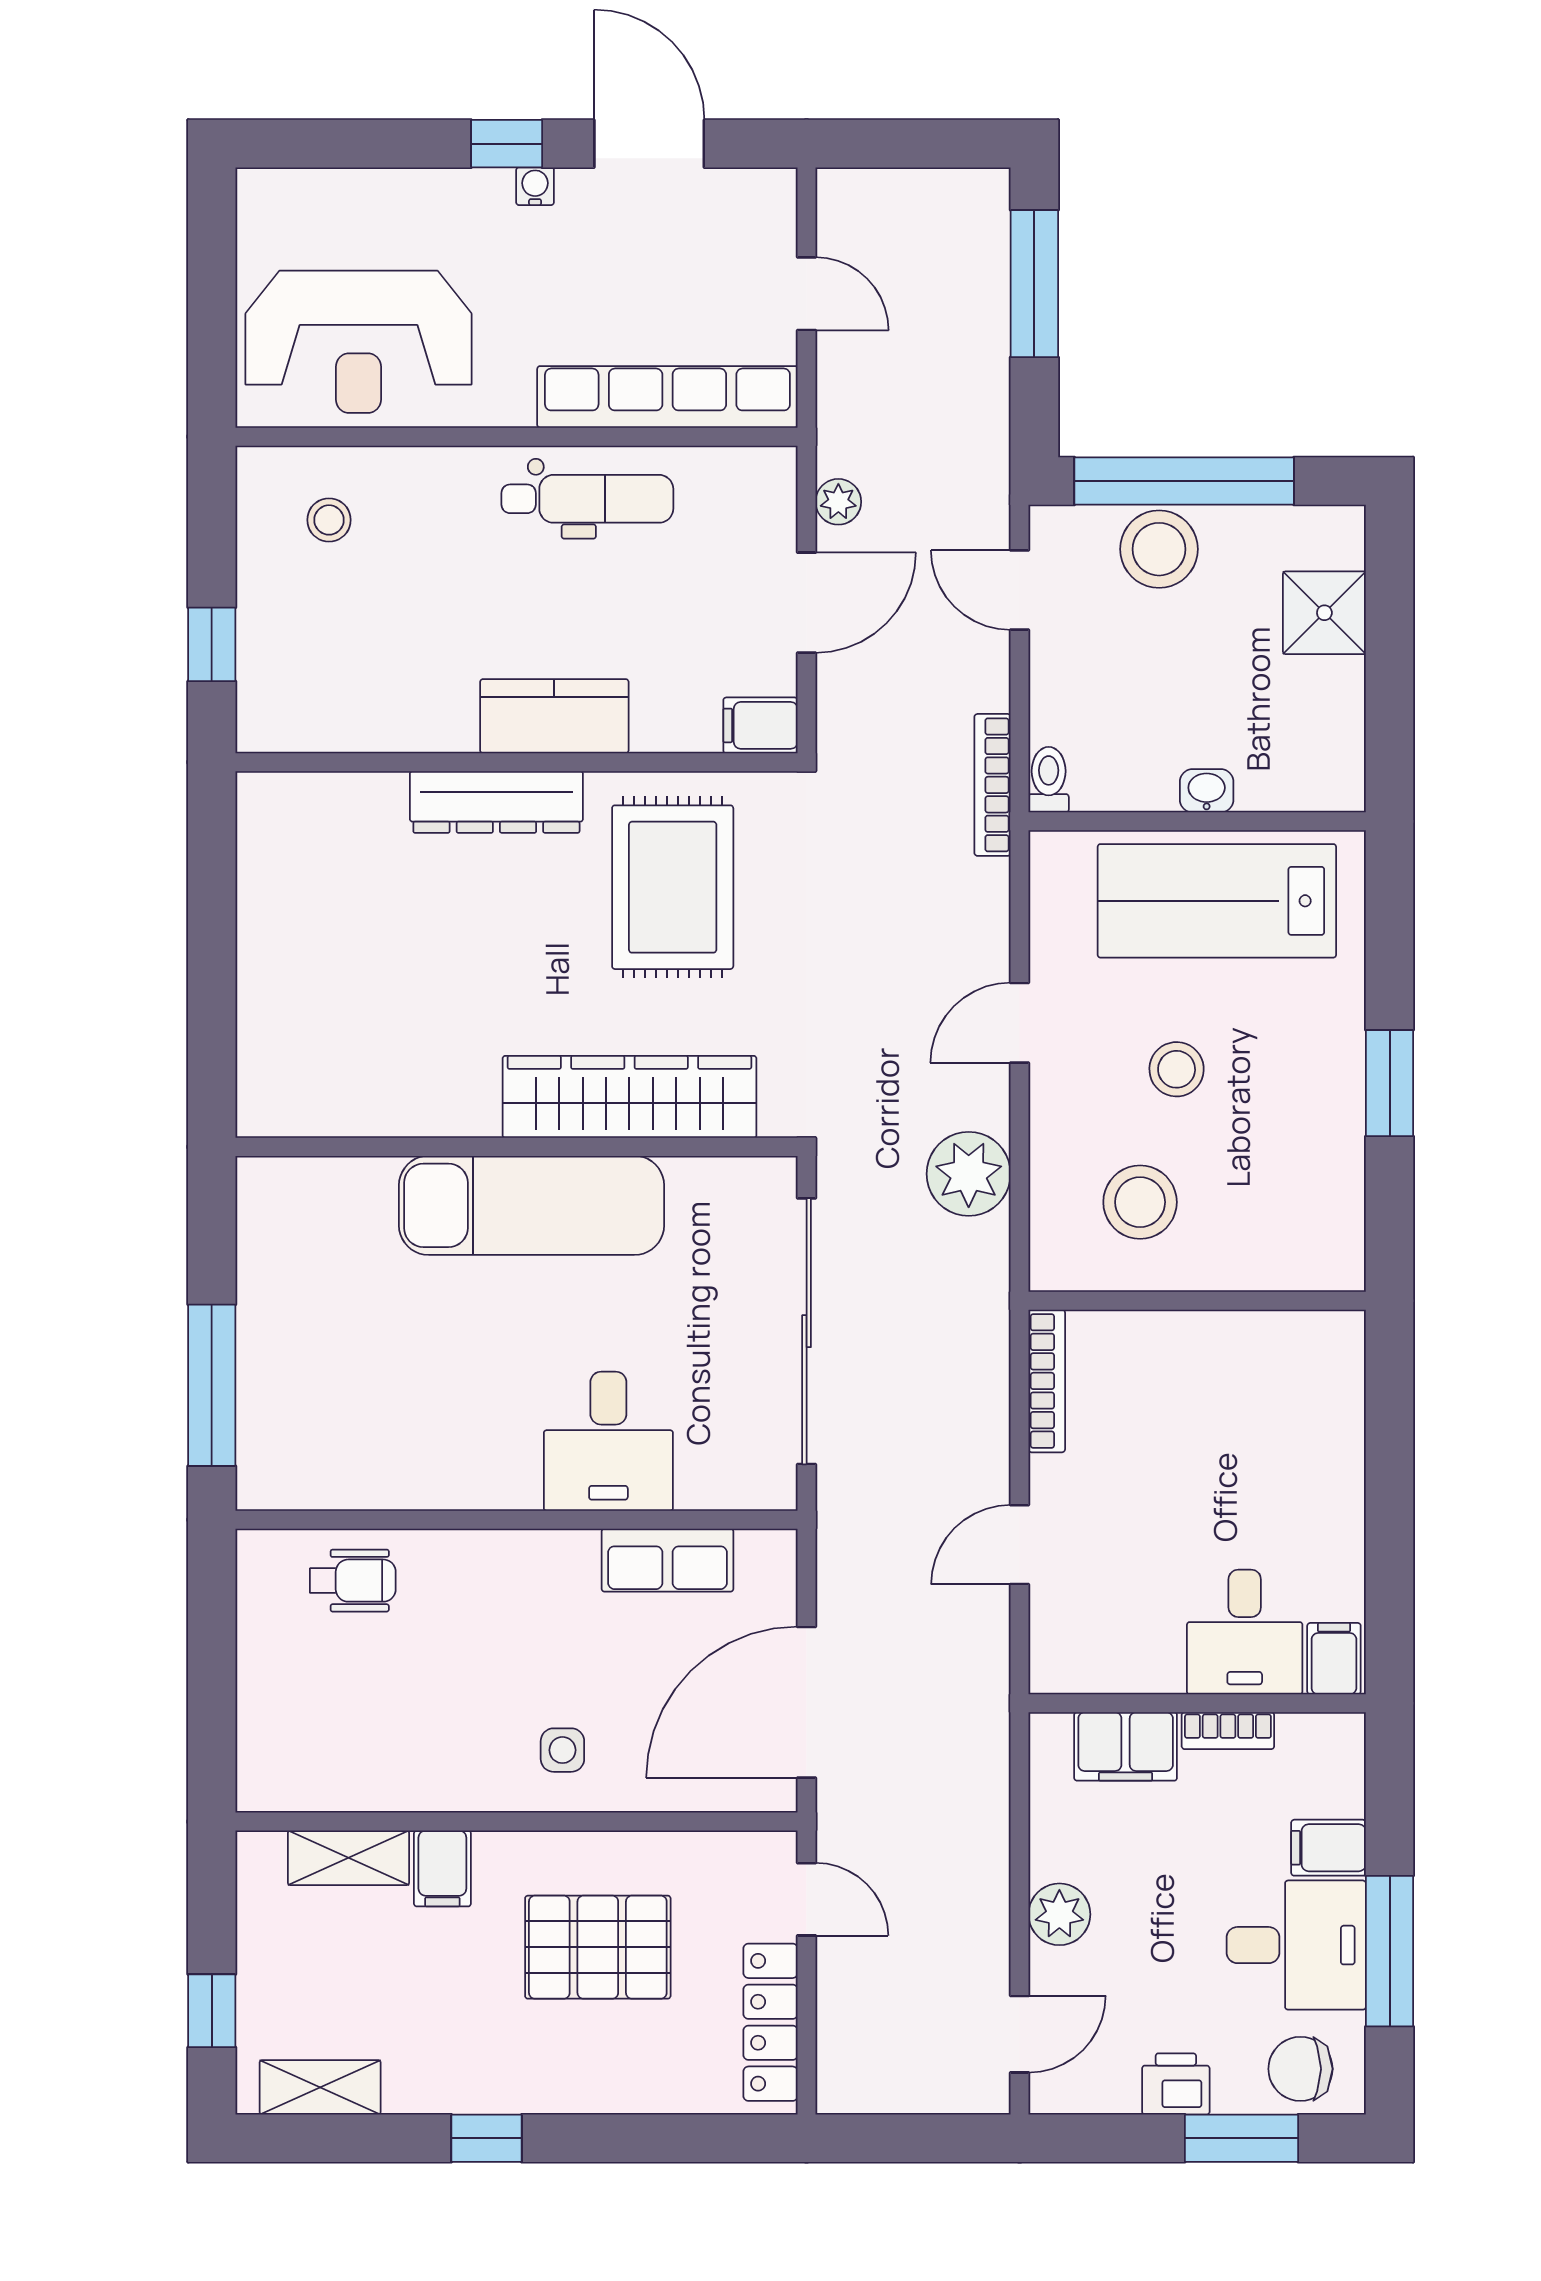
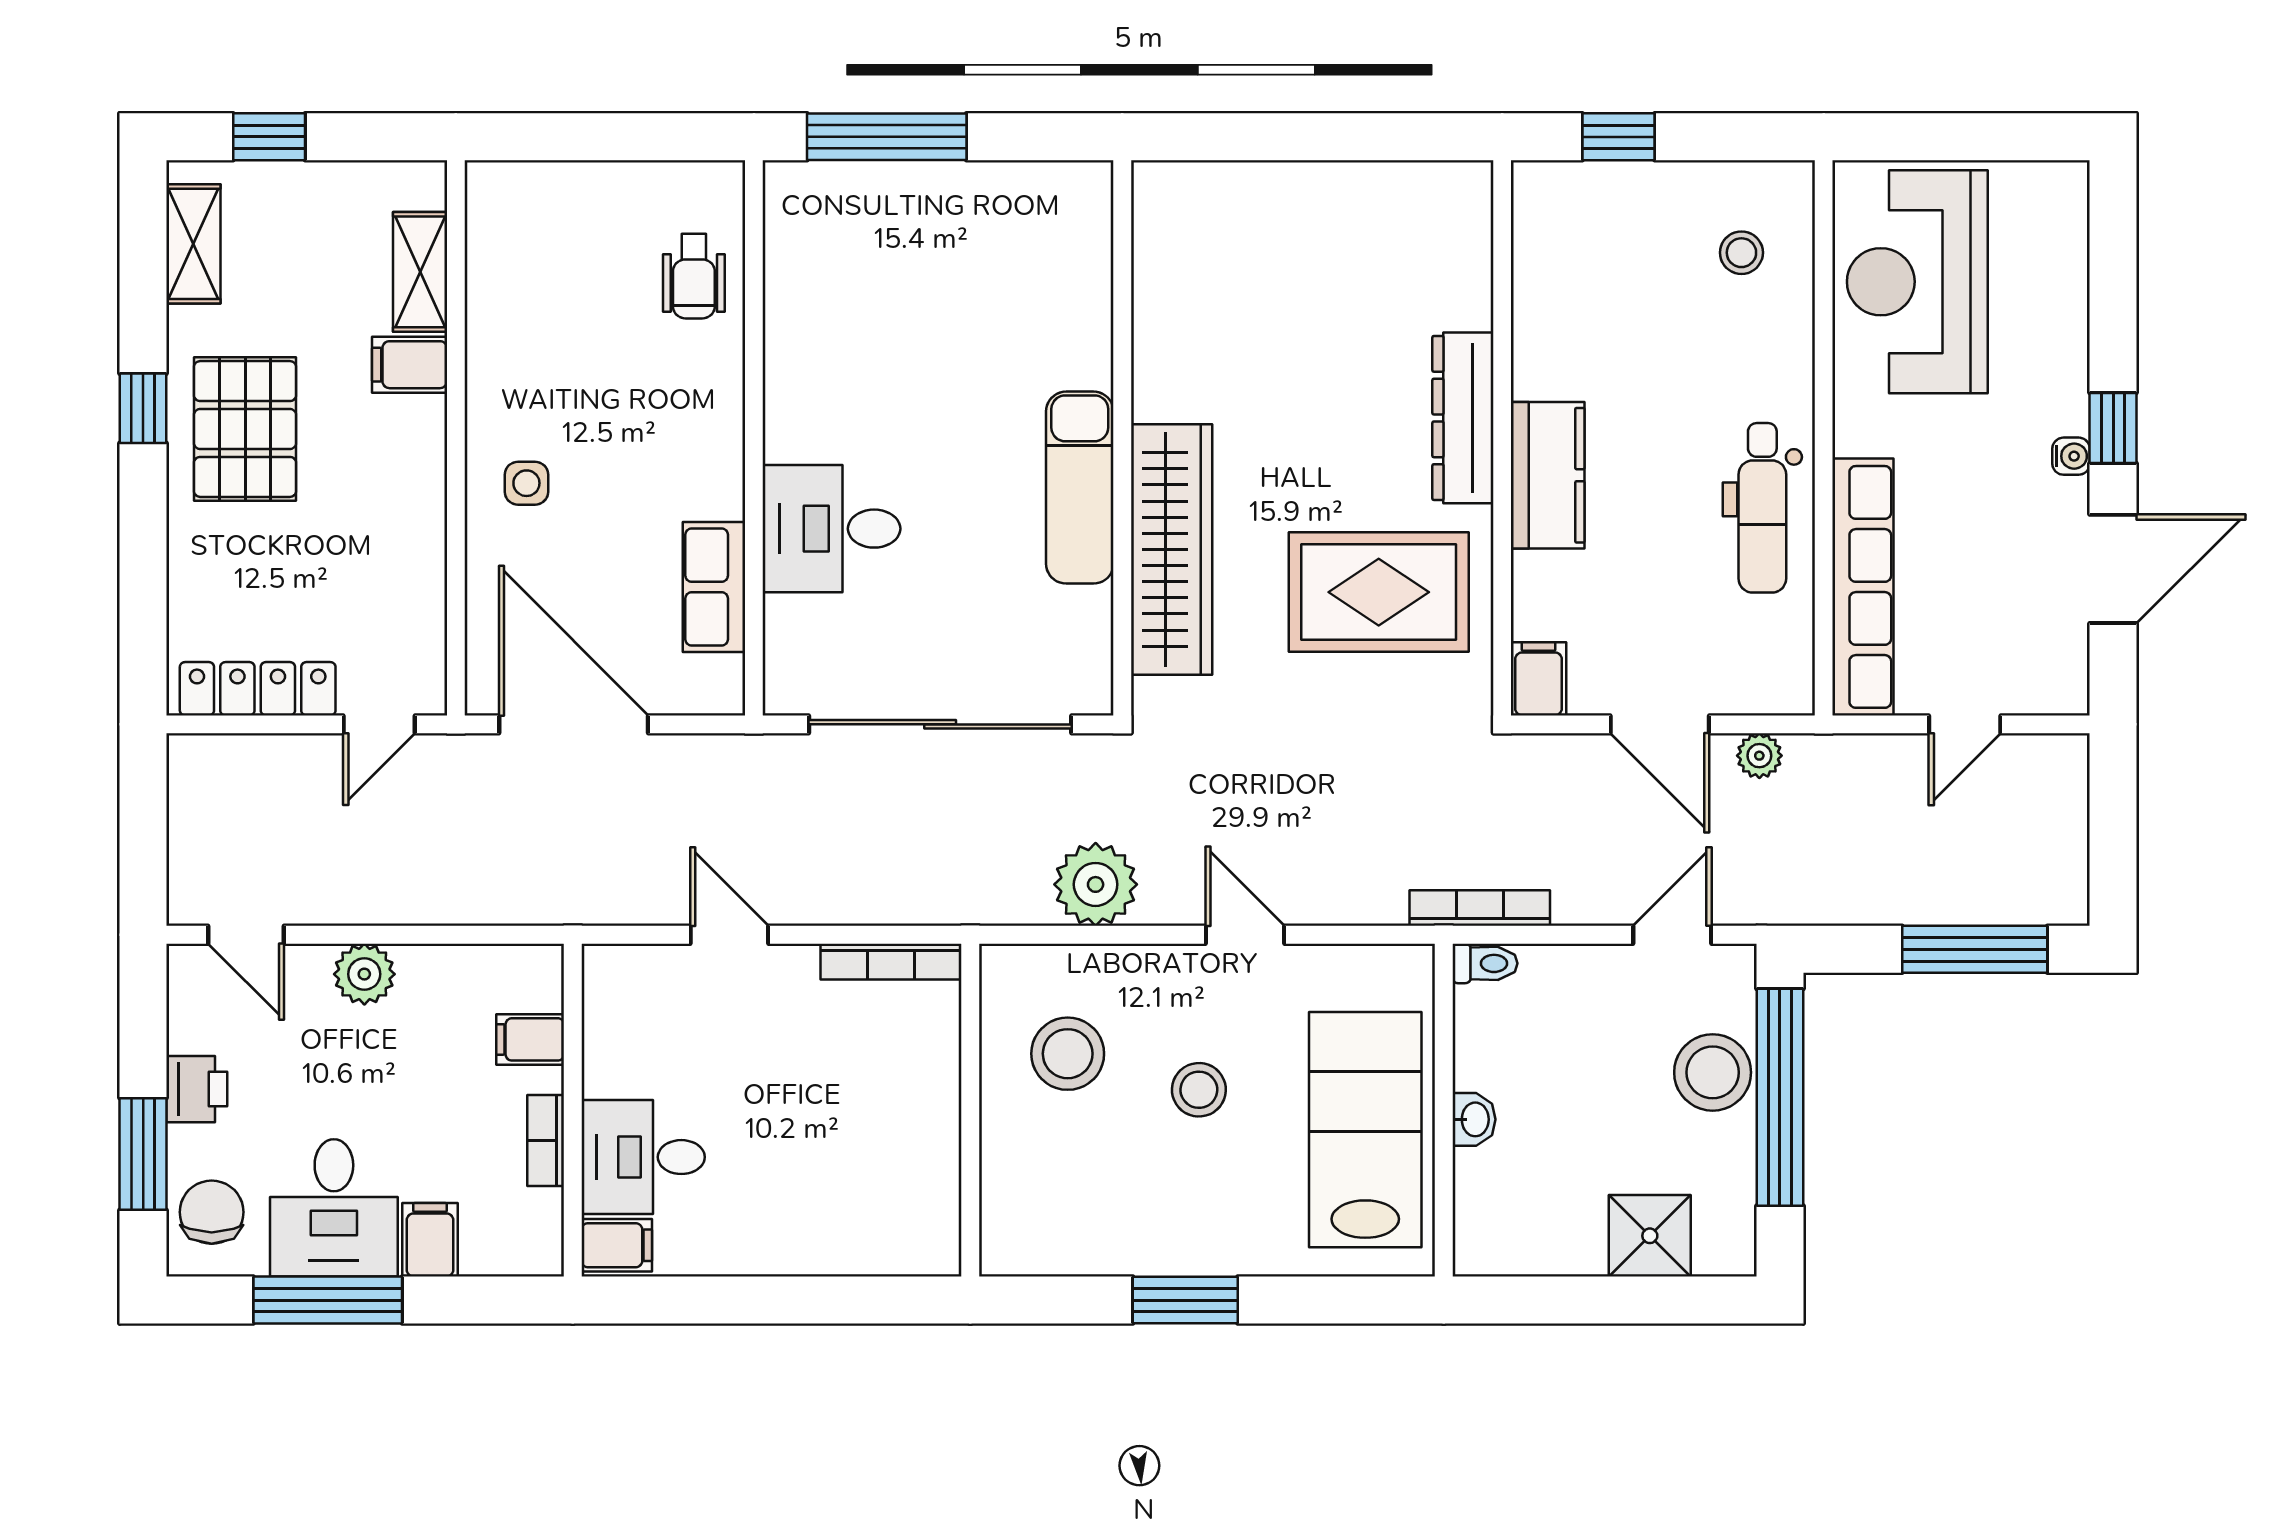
exam couch: (532, 1205) -> (1080, 488), width x0.73, depth x0.69
filing cabinet: (1126, 1746) -> (530, 1039), width x0.50
pallet: (598, 1947) -> (245, 429), moved

